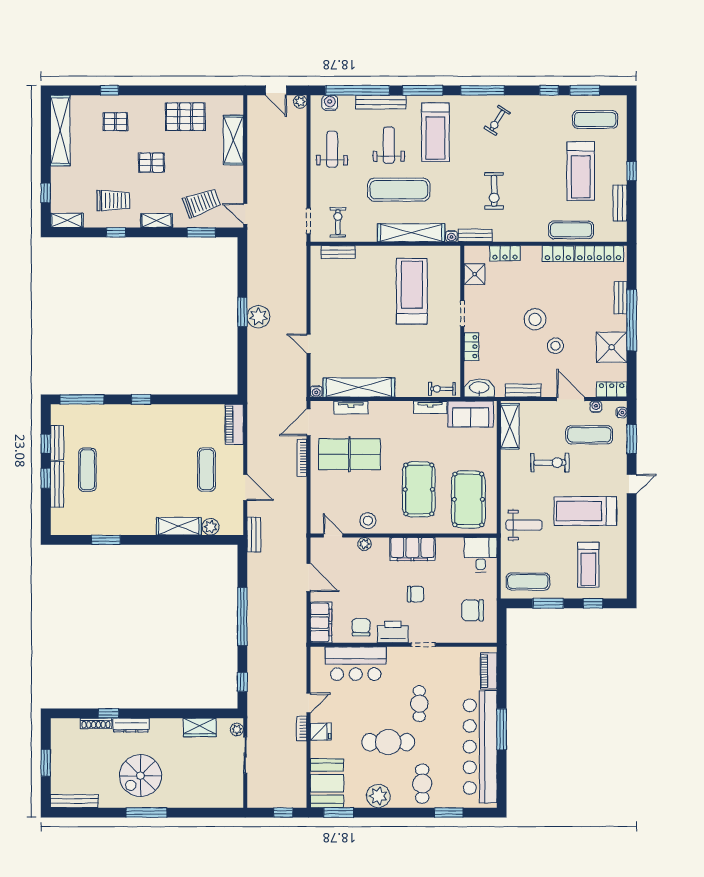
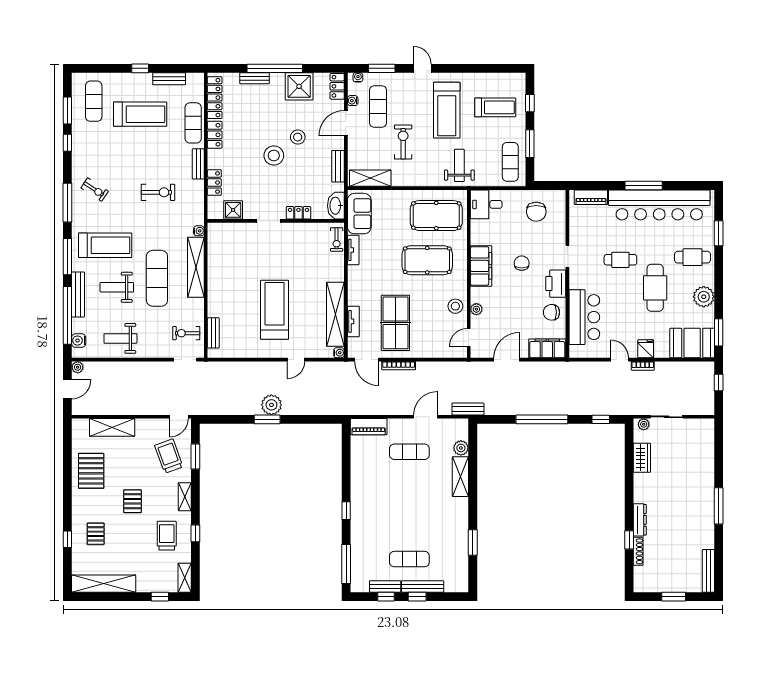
bench: (475, 235) -> (198, 164), moved
treadmill: (412, 291) -> (275, 310), moved, turned 90
spiral stairs: (140, 776) -> (685, 511), removed

